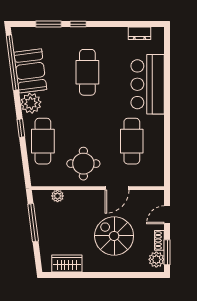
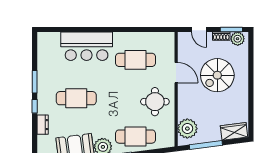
window: (48, 24) -> (35, 82), moved
dresser: (139, 33) -> (43, 125), moved
plant: (57, 196) -> (187, 129), width x1.88, depth x1.88
wardrobe: (67, 263) -> (234, 131), moved, turned 83

